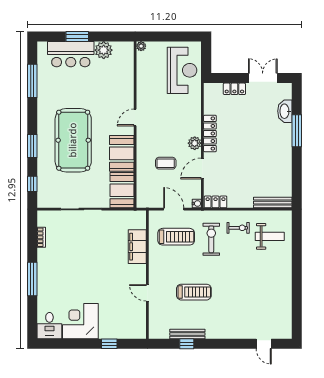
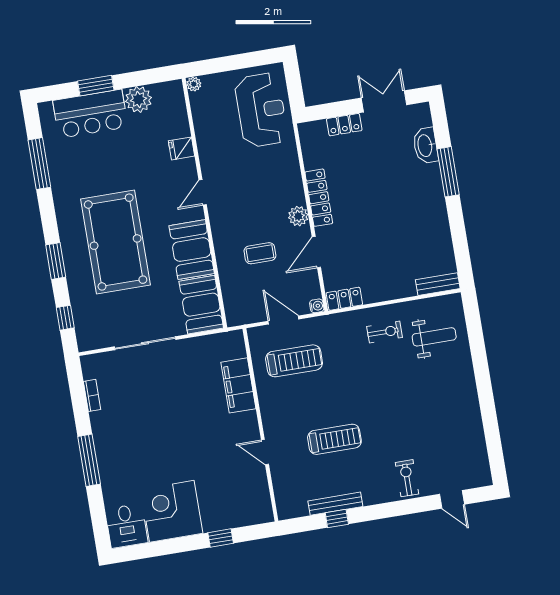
fridge: (126, 87) -> (182, 148), added
bench: (273, 203) -> (438, 284), width x0.73
exercise bike: (211, 239) -> (407, 478), moved, width x0.73, depth x0.72

